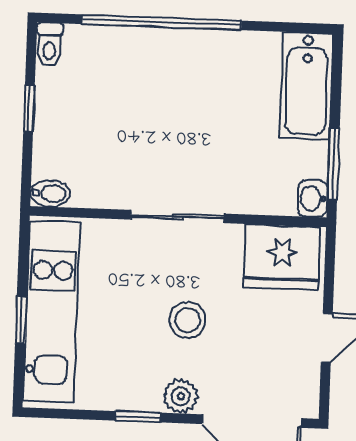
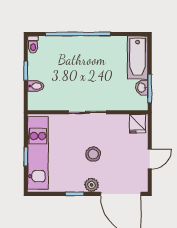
bidet: (50, 194) -> (36, 86), moved
washbasin: (312, 199) -> (142, 88), moved
fridge: (282, 257) -> (137, 124), width x0.53, depth x0.75

